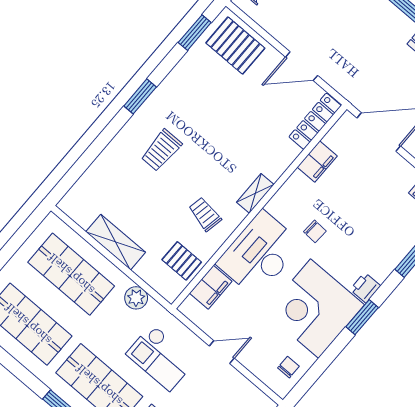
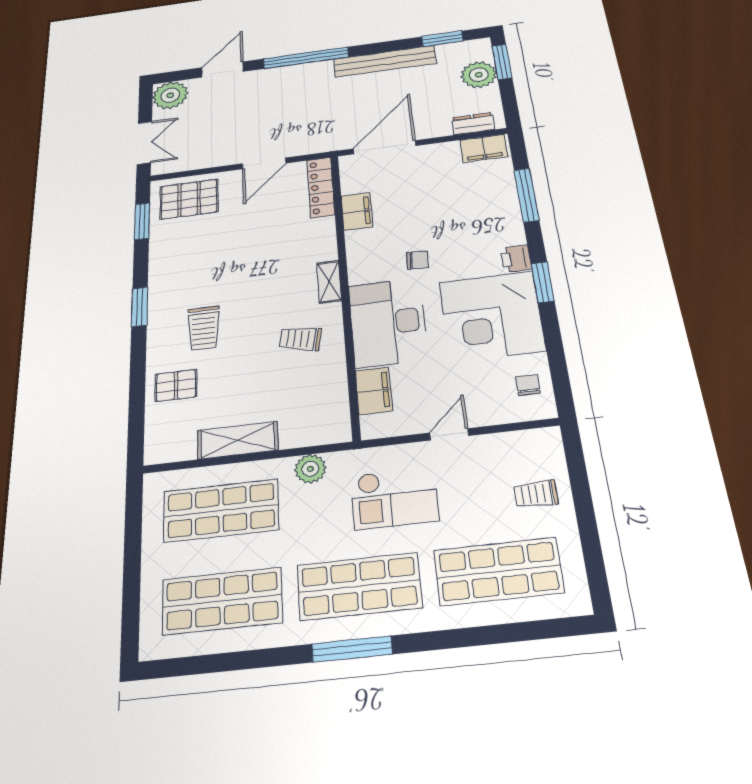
pallet: (182, 261) -> (176, 386), moved

